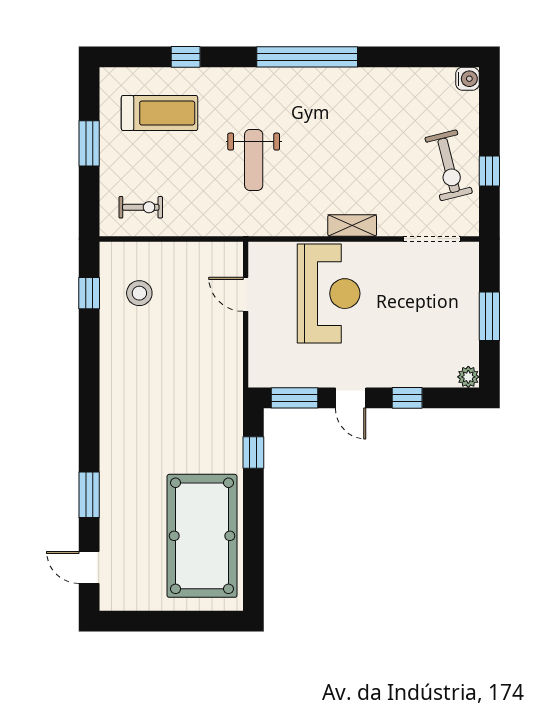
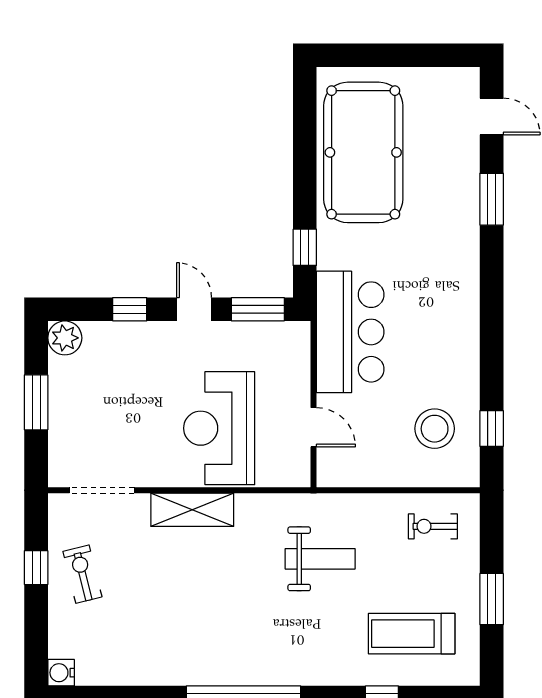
weight bench: (254, 160) -> (320, 559), moved, turned 90
exercise bike: (449, 165) -> (82, 574), width x0.73, depth x0.72
shelving: (352, 225) -> (192, 510), width x1.50, depth x1.33
stool: (139, 293) -> (435, 429), width x1.38, depth x1.38
plant: (468, 377) -> (65, 338), width x1.38, depth x1.38
bar counter: (213, 378) -> (350, 332), added

